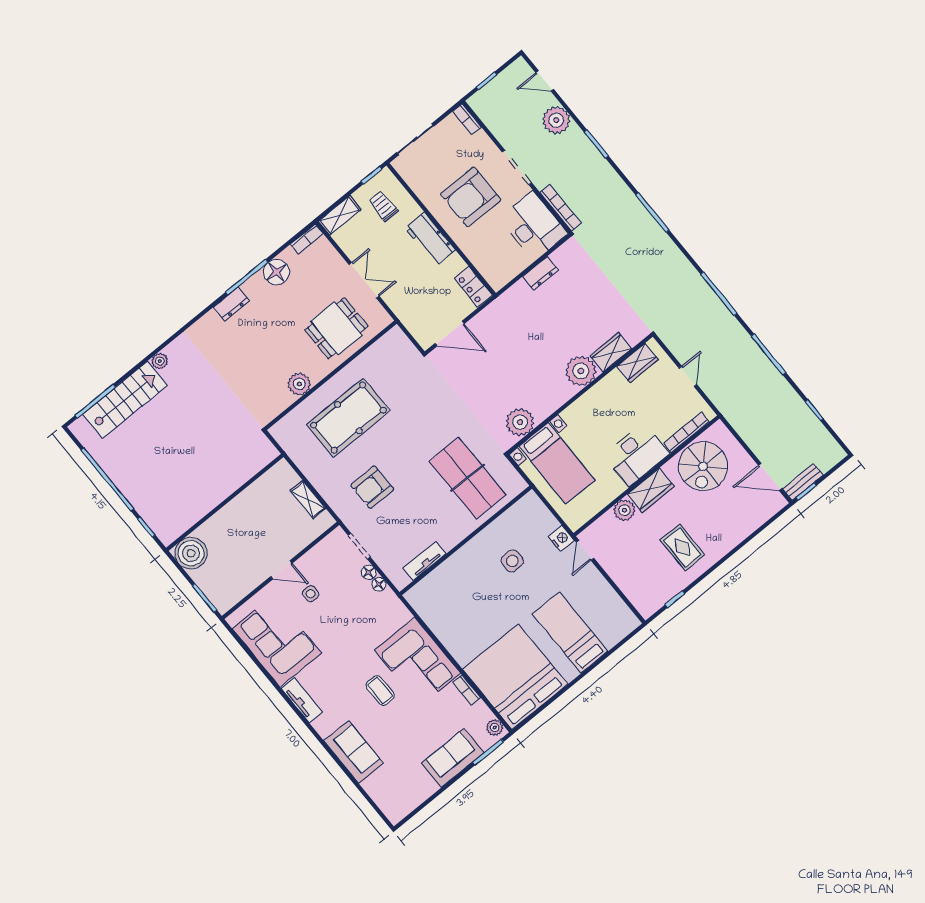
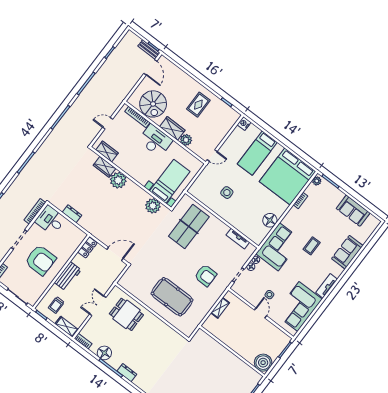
desk: (533, 226) -> (50, 220), width x0.73
door: (450, 334) -> (115, 254), hinge flipped
plant: (299, 384) -> (160, 327), removed
spiral stairs: (703, 466) -> (153, 104), turned 90
nightstand: (561, 539) -> (244, 123), moved
floor lamp: (444, 626) -> (270, 220), added
corner sofa: (418, 662) -> (279, 247), moved
sofa: (453, 758) -> (353, 211), moved

